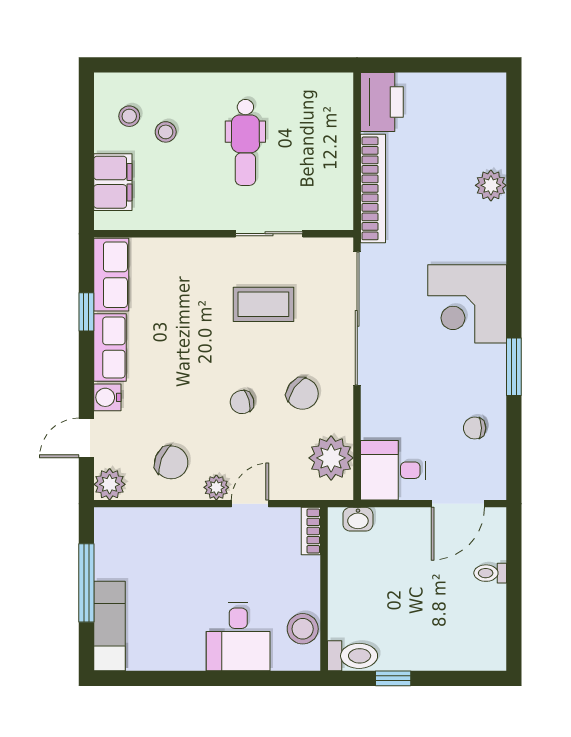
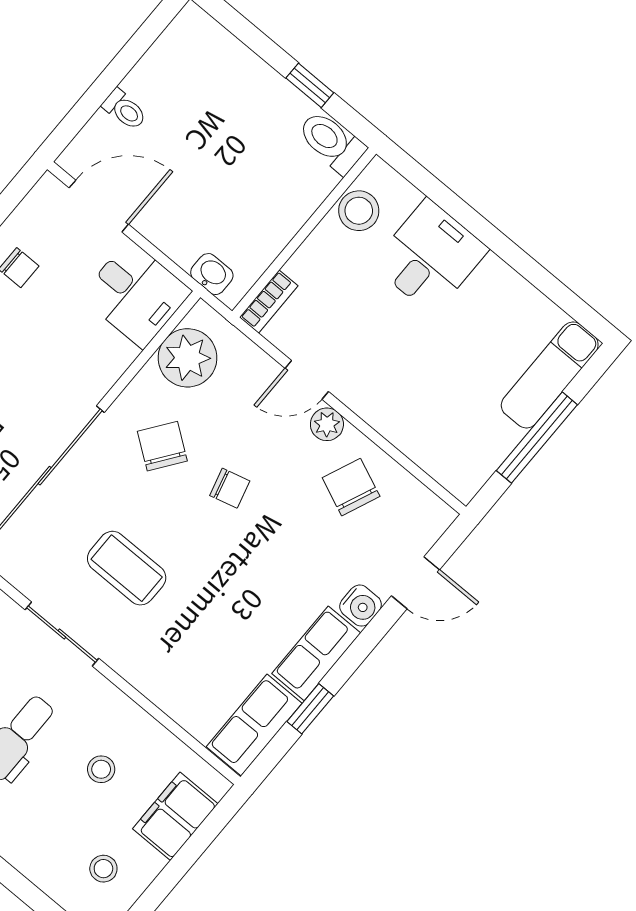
stool: (166, 132) -> (101, 769), moved
plant: (110, 484) -> (431, 517), removed

